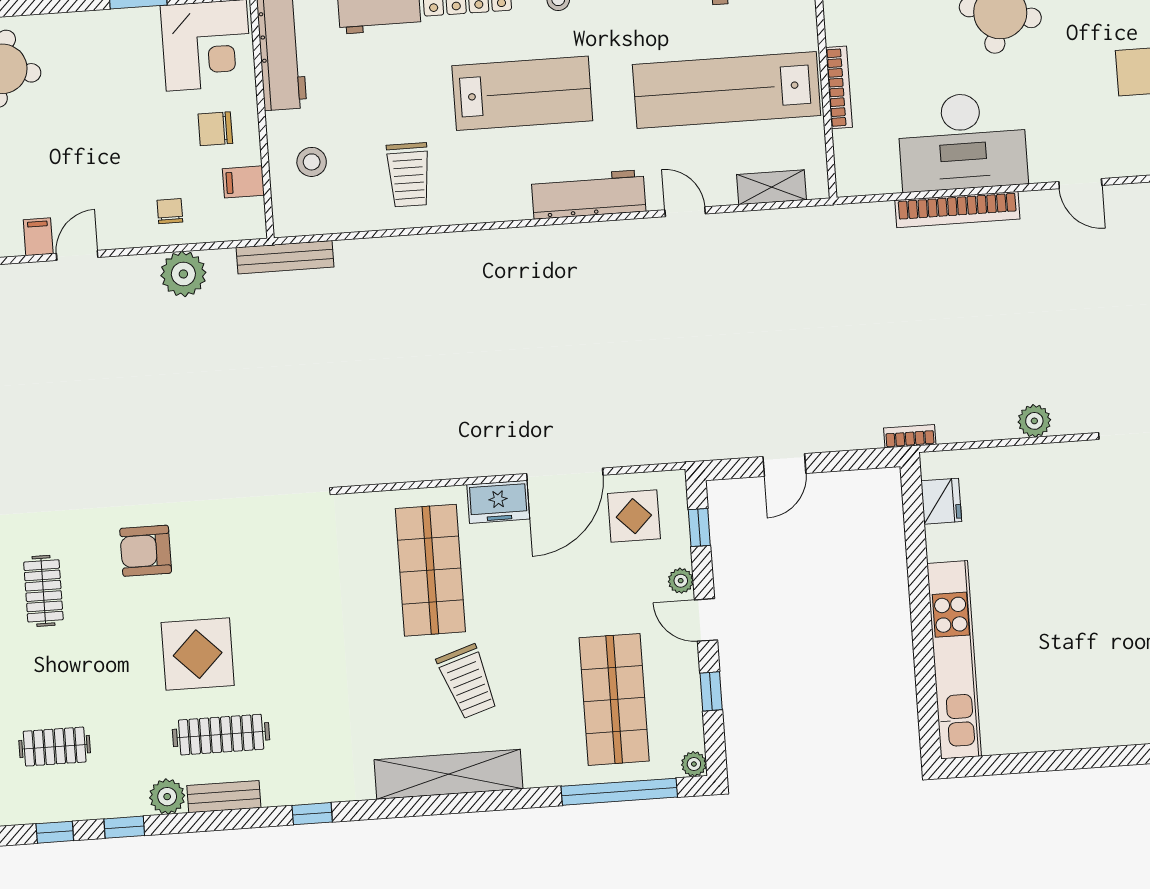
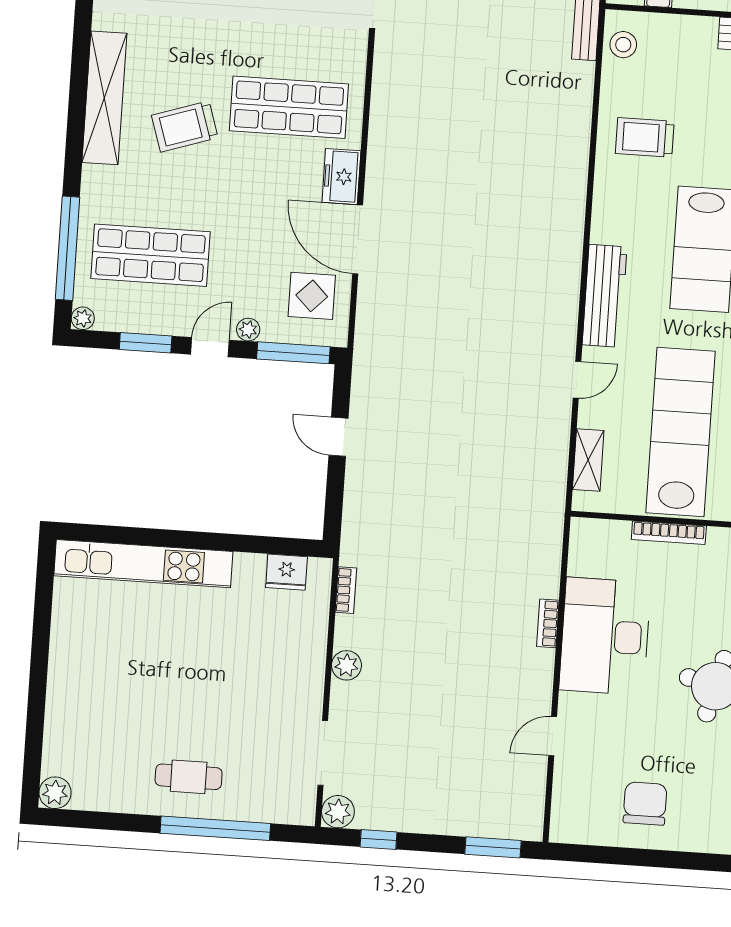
stool: (312, 162) -> (623, 45), moved
bookcase: (957, 210) -> (548, 623), width x0.43, depth x0.76
bookcase: (910, 436) -> (346, 590), moved
window: (699, 527) -> (293, 353), width x2.17
window: (711, 691) -> (146, 343), width x1.50

